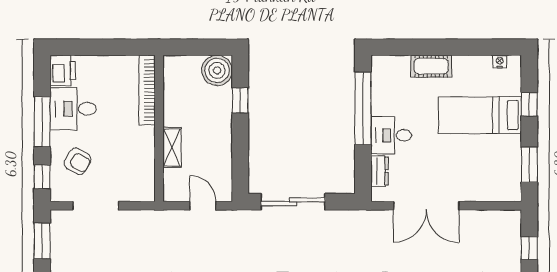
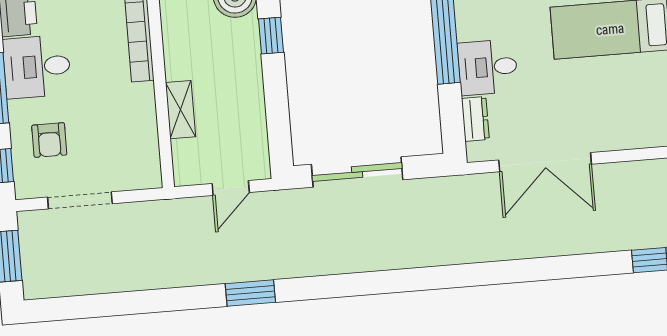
armchair: (78, 161) -> (49, 140), turned 61
door: (203, 206) -> (231, 188), swing flipped

